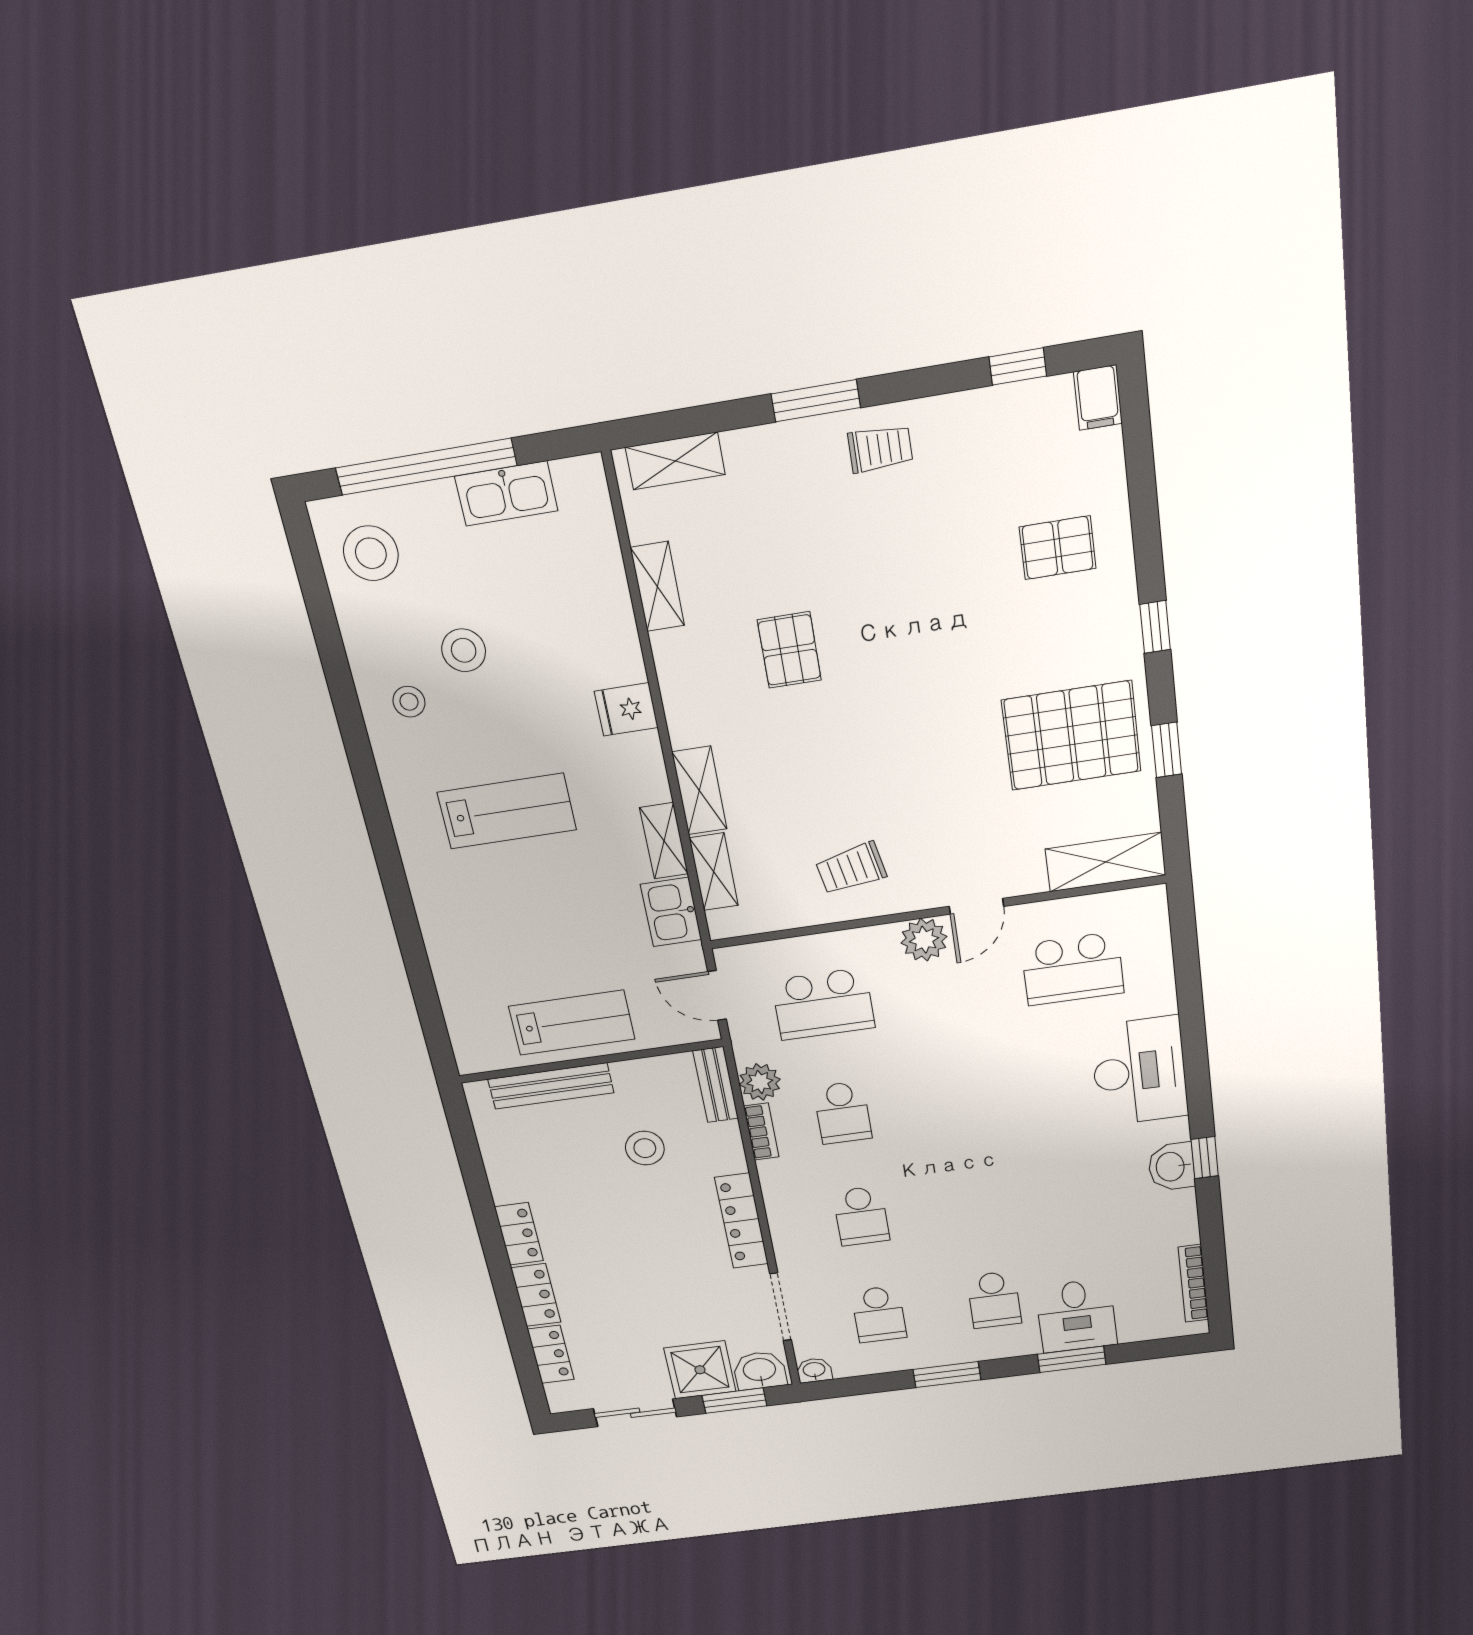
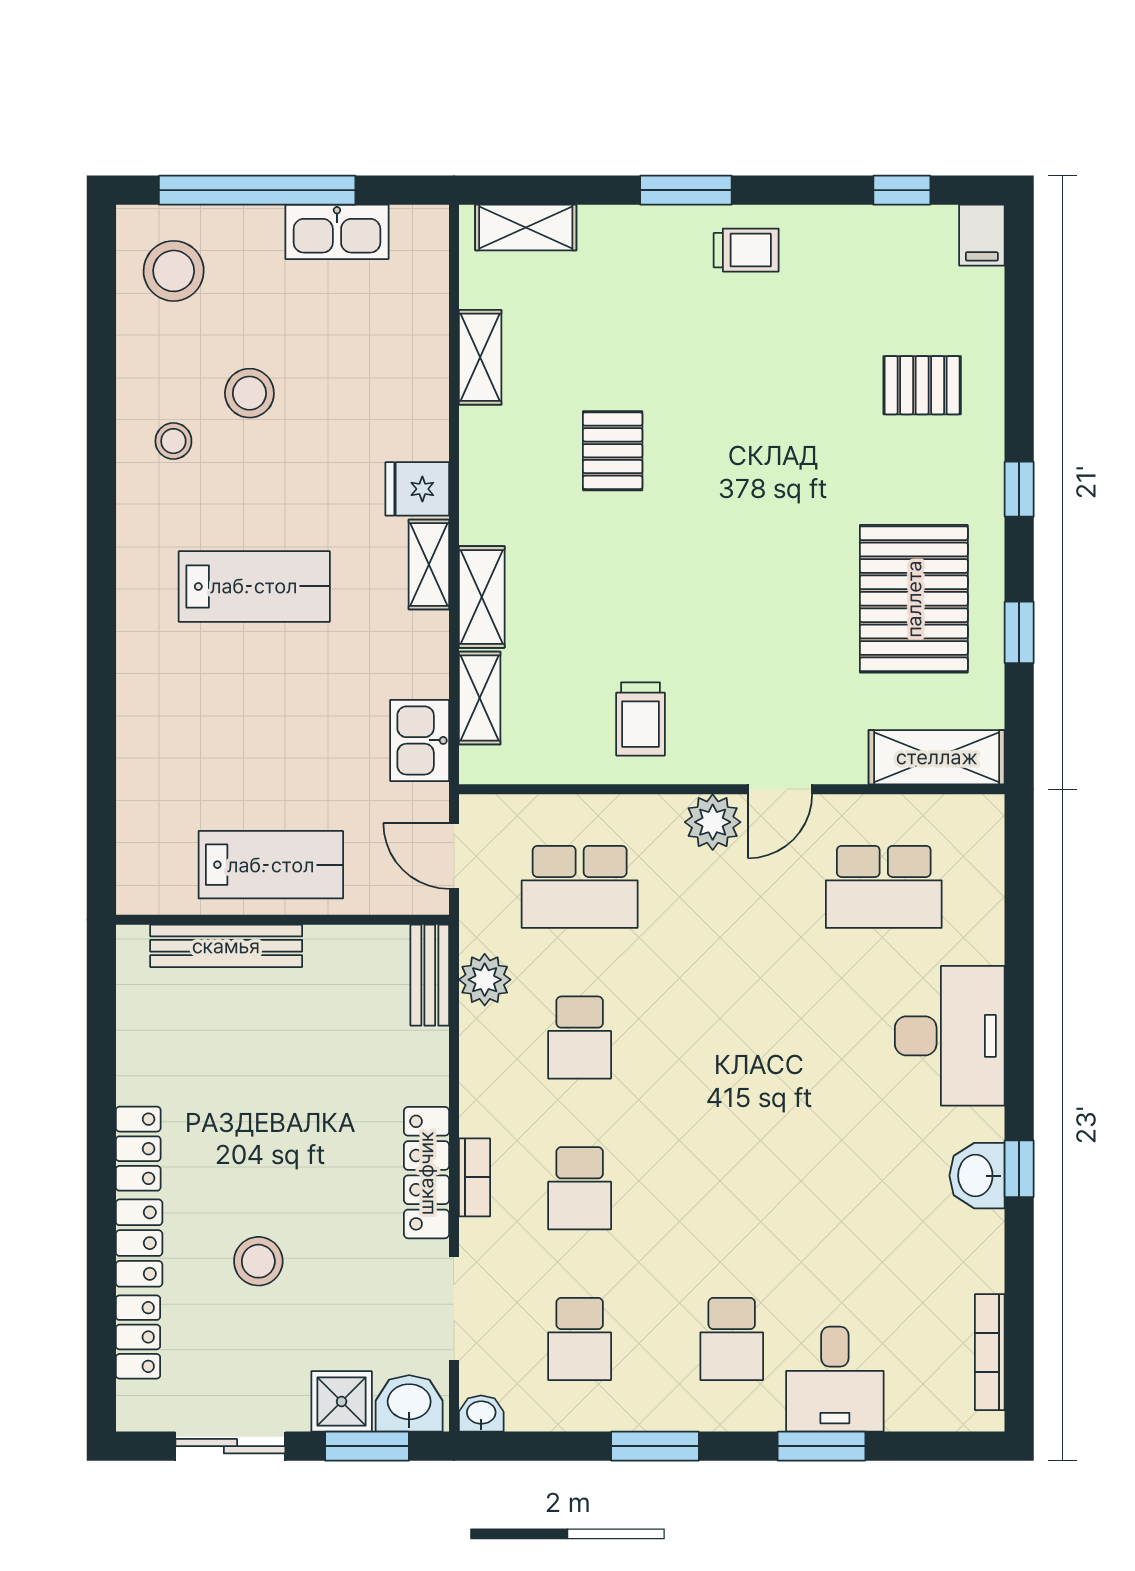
pallet: (1071, 736) -> (914, 599), turned 90
shelving: (664, 841) -> (429, 564), moved
trolley: (851, 868) -> (641, 719), turned -79
bookcase: (761, 1132) -> (474, 1177), moved
stool: (645, 1148) -> (258, 1261), moved
shower: (700, 1370) -> (342, 1401), width x0.73, depth x0.73

